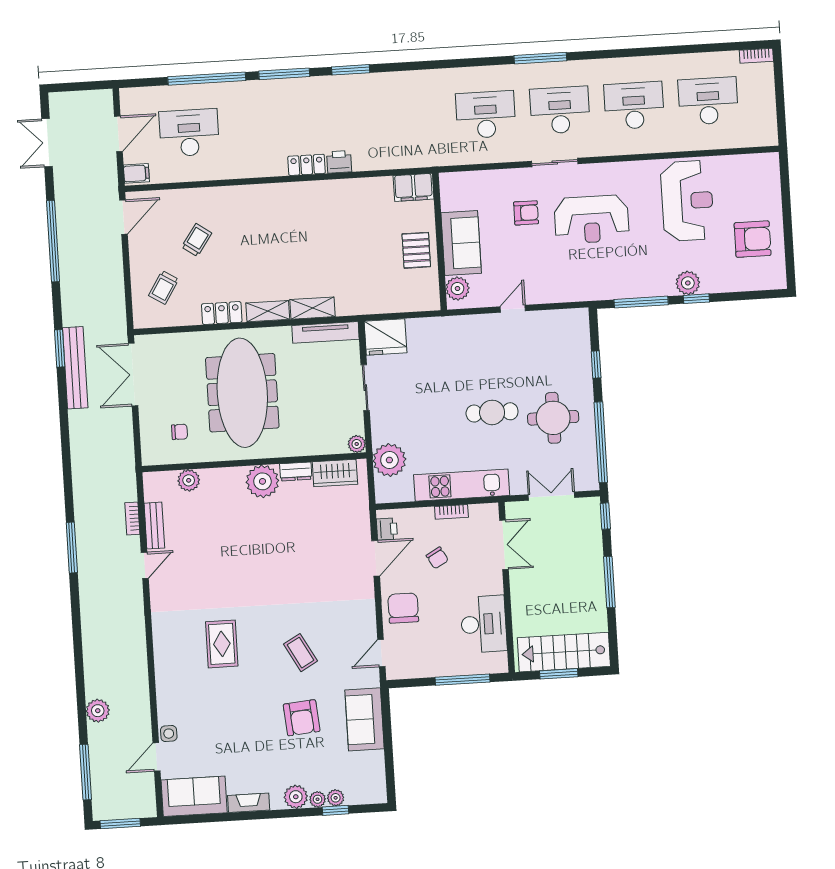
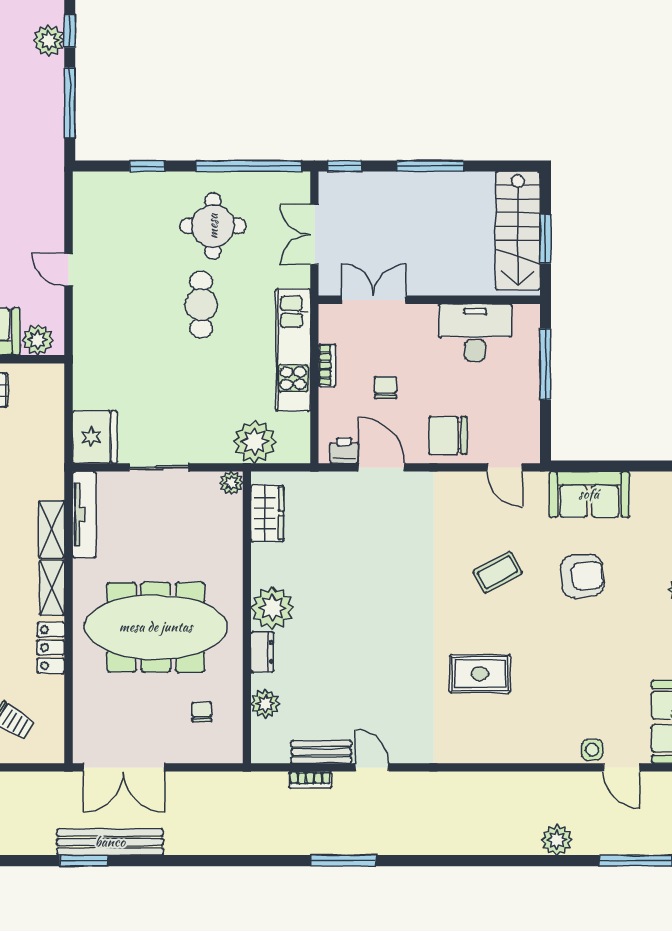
dresser: (296, 472) -> (262, 652), moved
chair: (437, 558) -> (386, 387), turned -61

